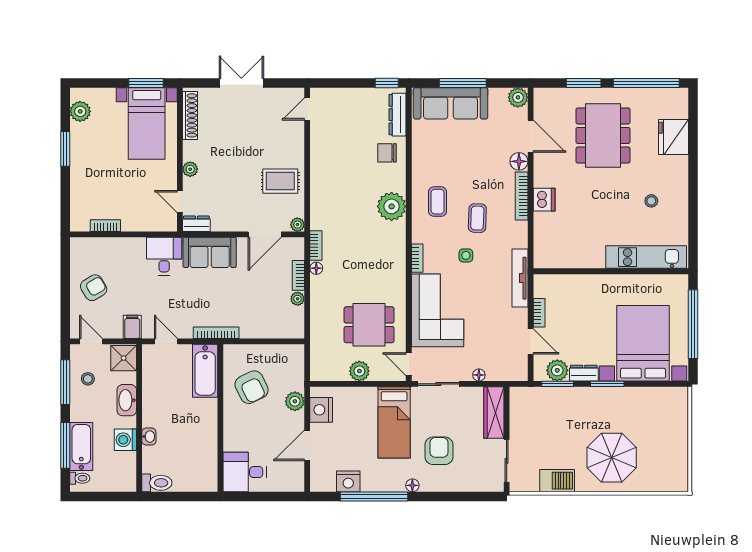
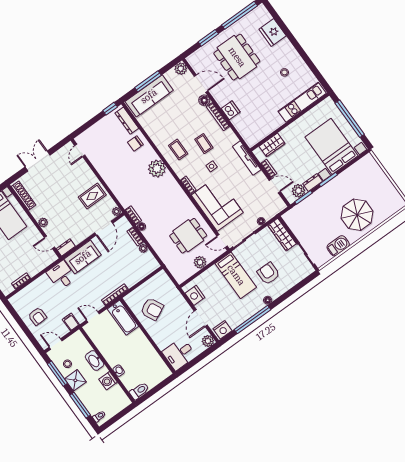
wardrobe: (566, 285) -> (272, 145), added
armchair: (94, 288) -> (37, 316), turned 120
shower: (124, 358) -> (75, 380), moved
plant: (295, 401) -> (208, 341), moved
bathtub: (81, 447) -> (89, 400), removed
nightstand: (348, 481) -> (223, 330), moved

